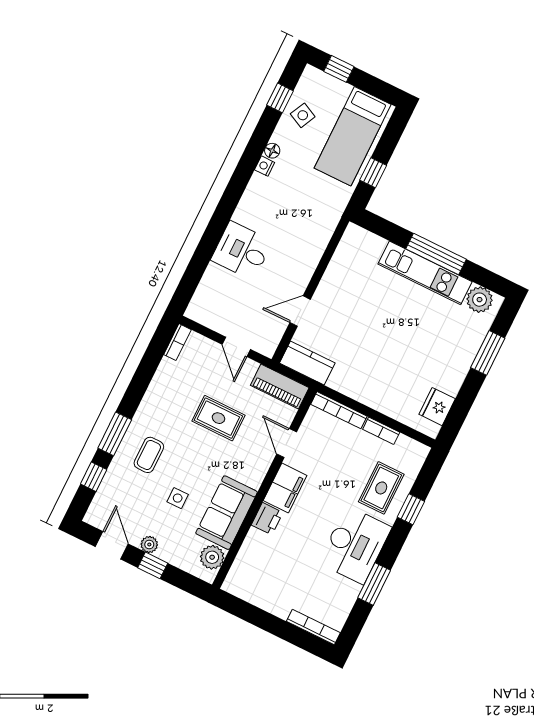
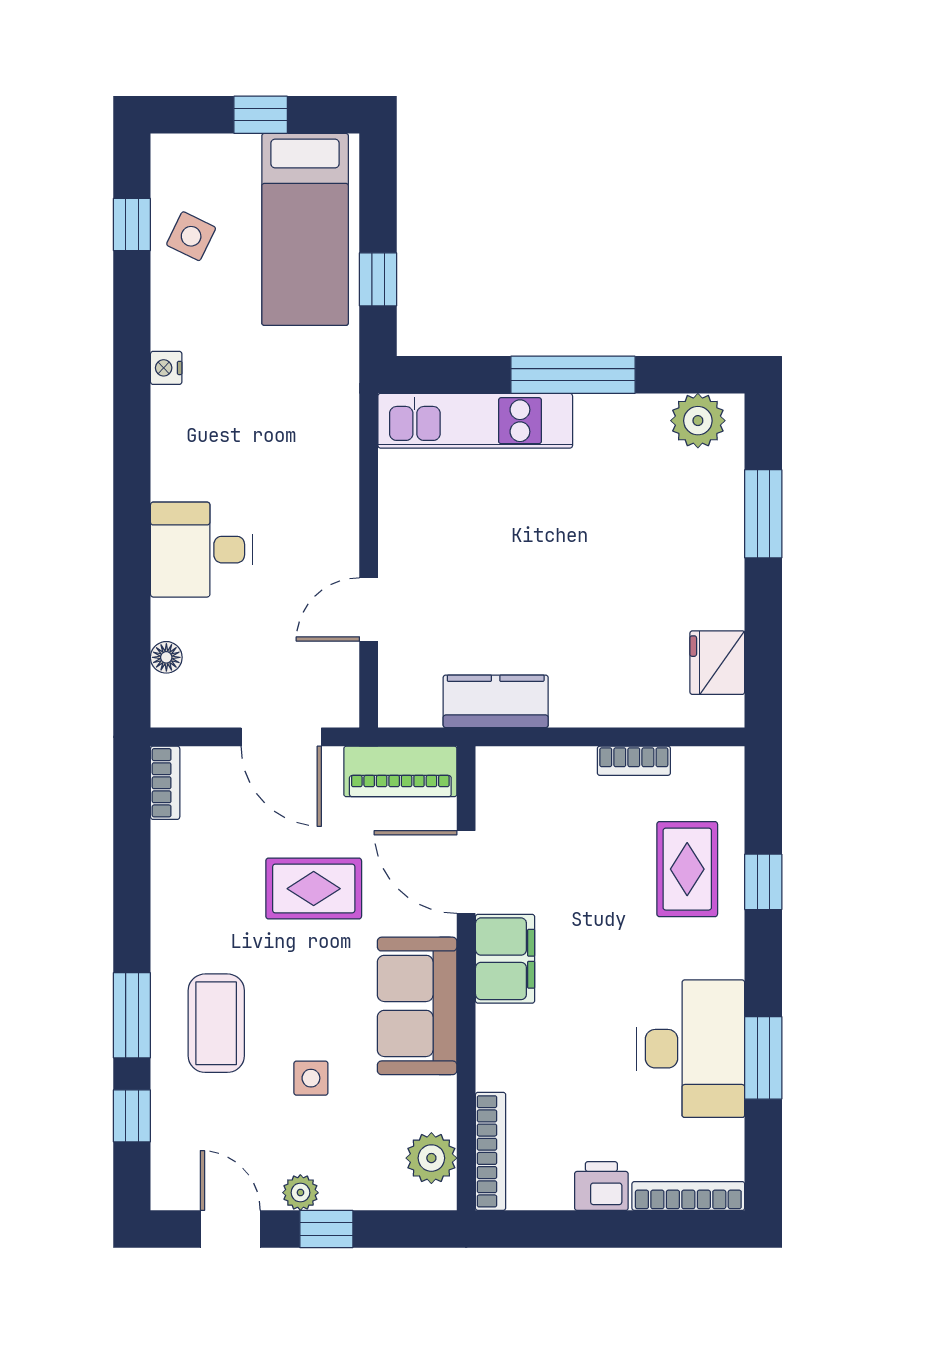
window: (339, 69) -> (261, 115), moved
floor lamp: (272, 151) -> (166, 657), moved
kitchen unit: (425, 273) -> (475, 421), moved
door: (236, 347) -> (281, 737), width x1.38
kitchen counter: (307, 363) -> (496, 701), moved
bookcase: (339, 410) -> (491, 1151), moved, turned -90
door: (287, 443) -> (466, 872), width x1.38
coffee table: (149, 455) -> (216, 1023), width x1.36, depth x1.30
sofa: (227, 513) -> (417, 1006), moved
printer: (267, 519) -> (601, 1186), moved, turned -90
desk: (355, 545) -> (691, 1049), moved

